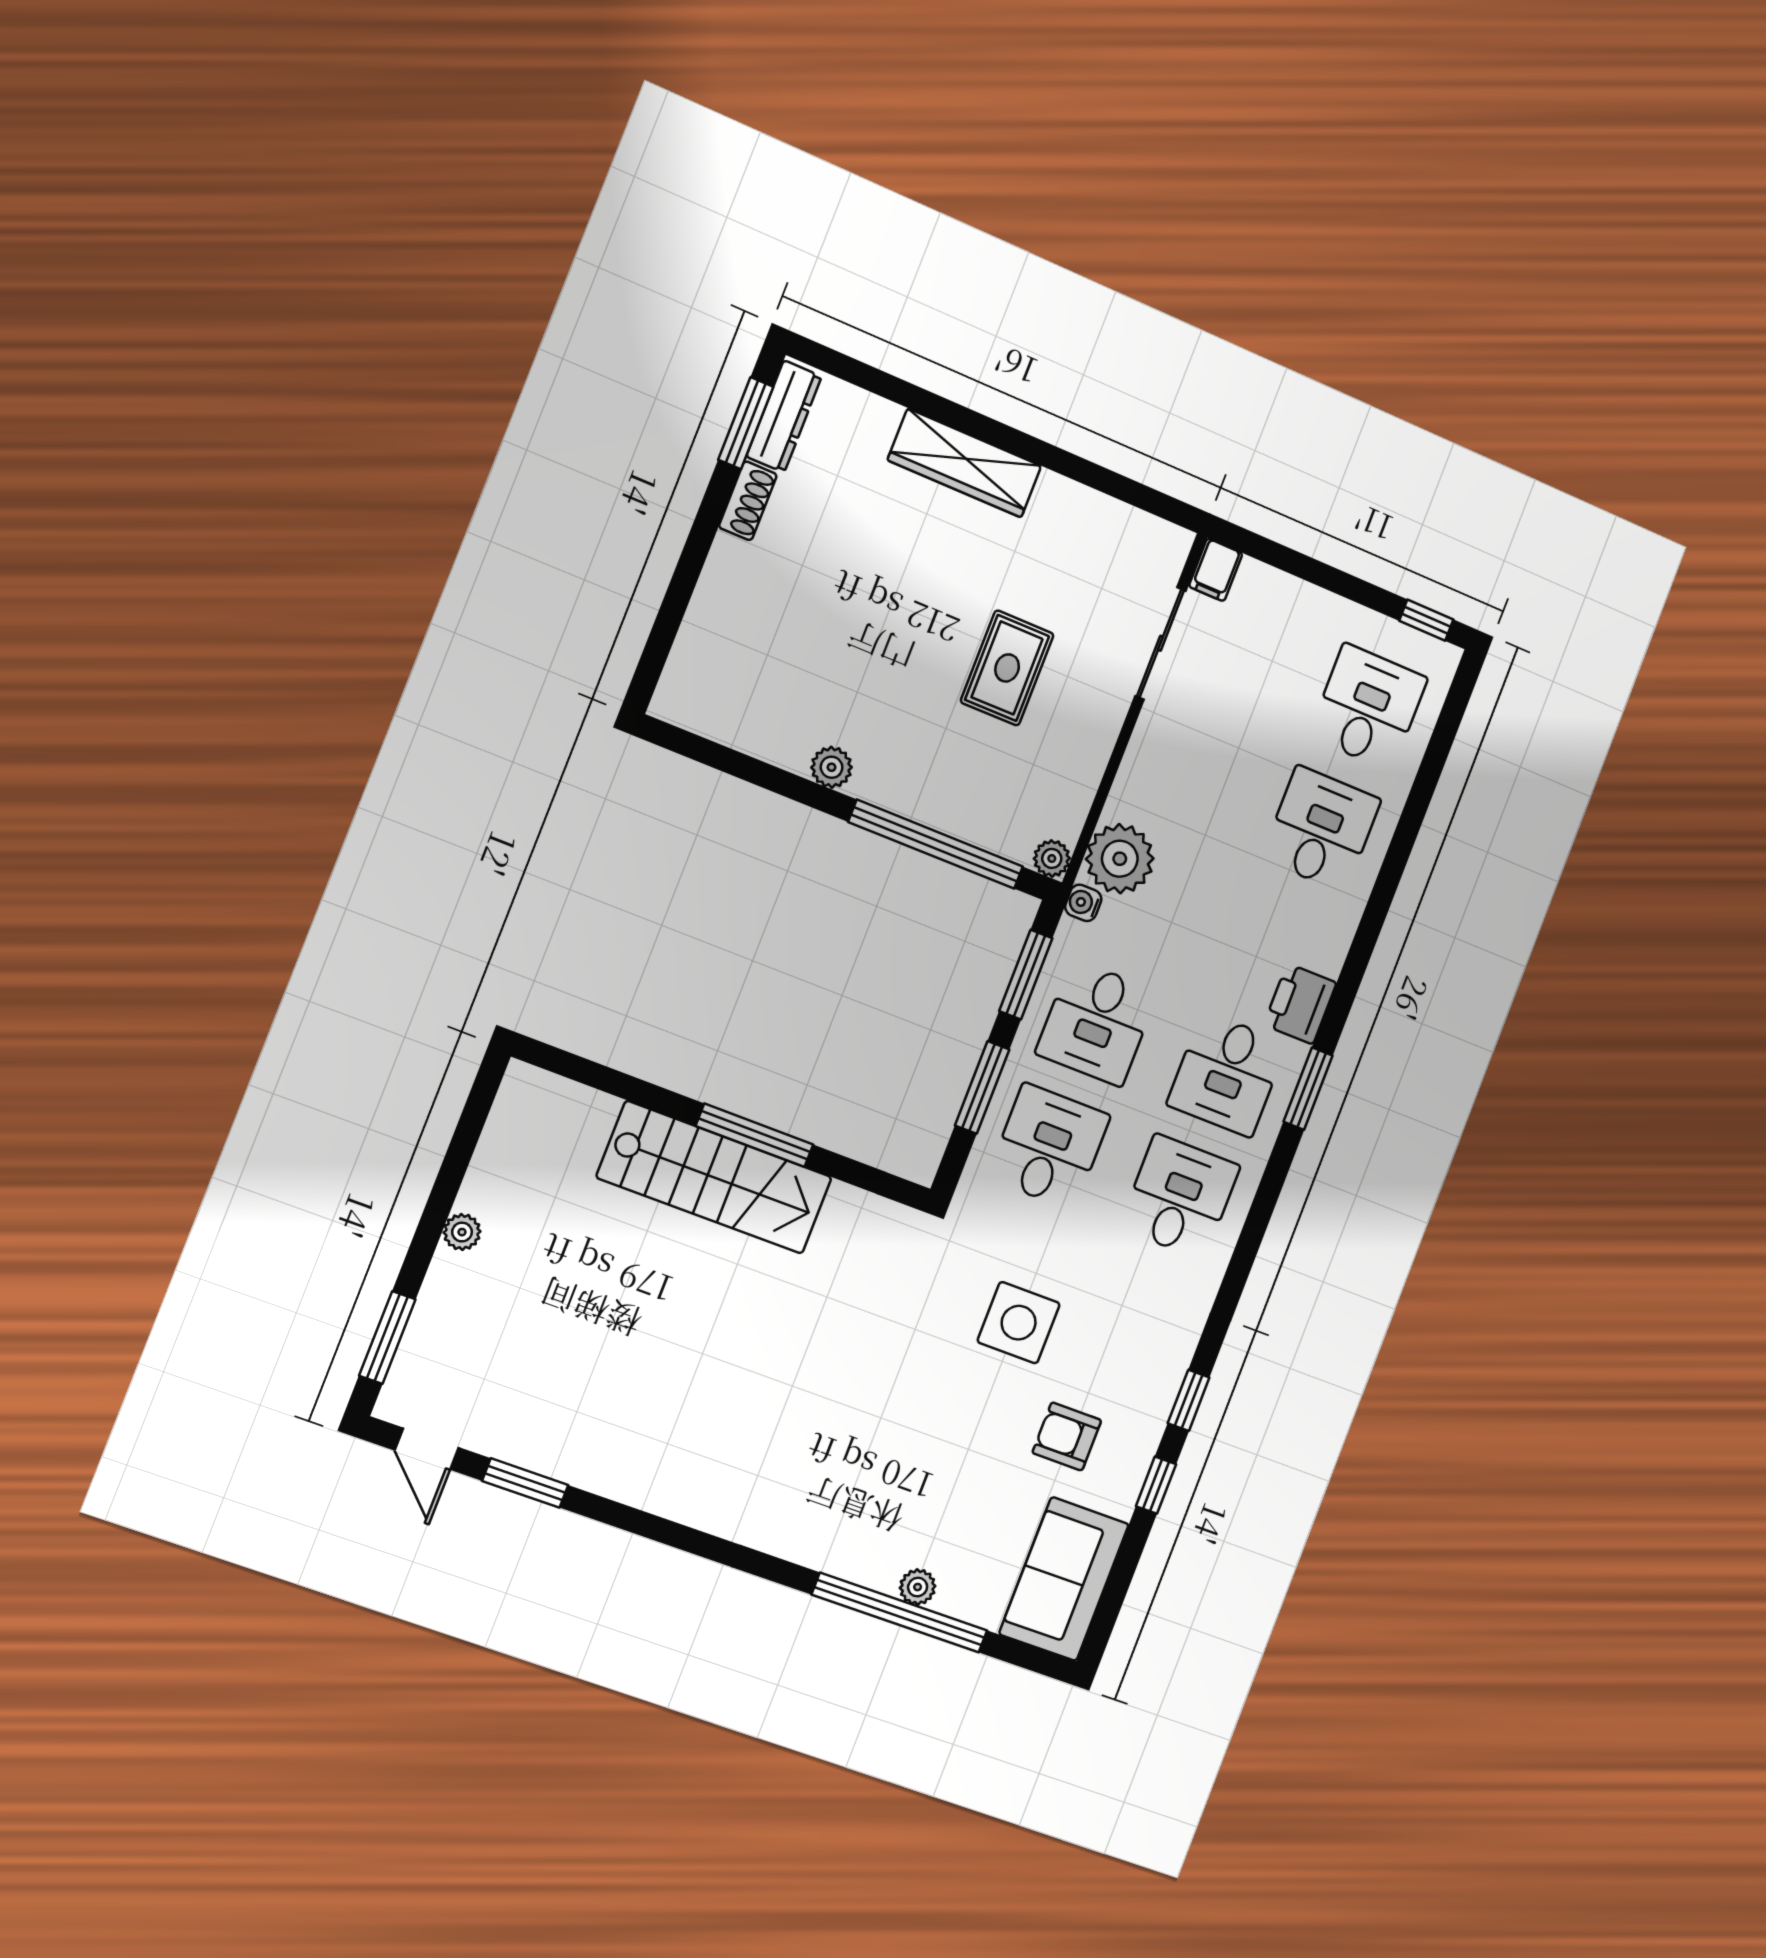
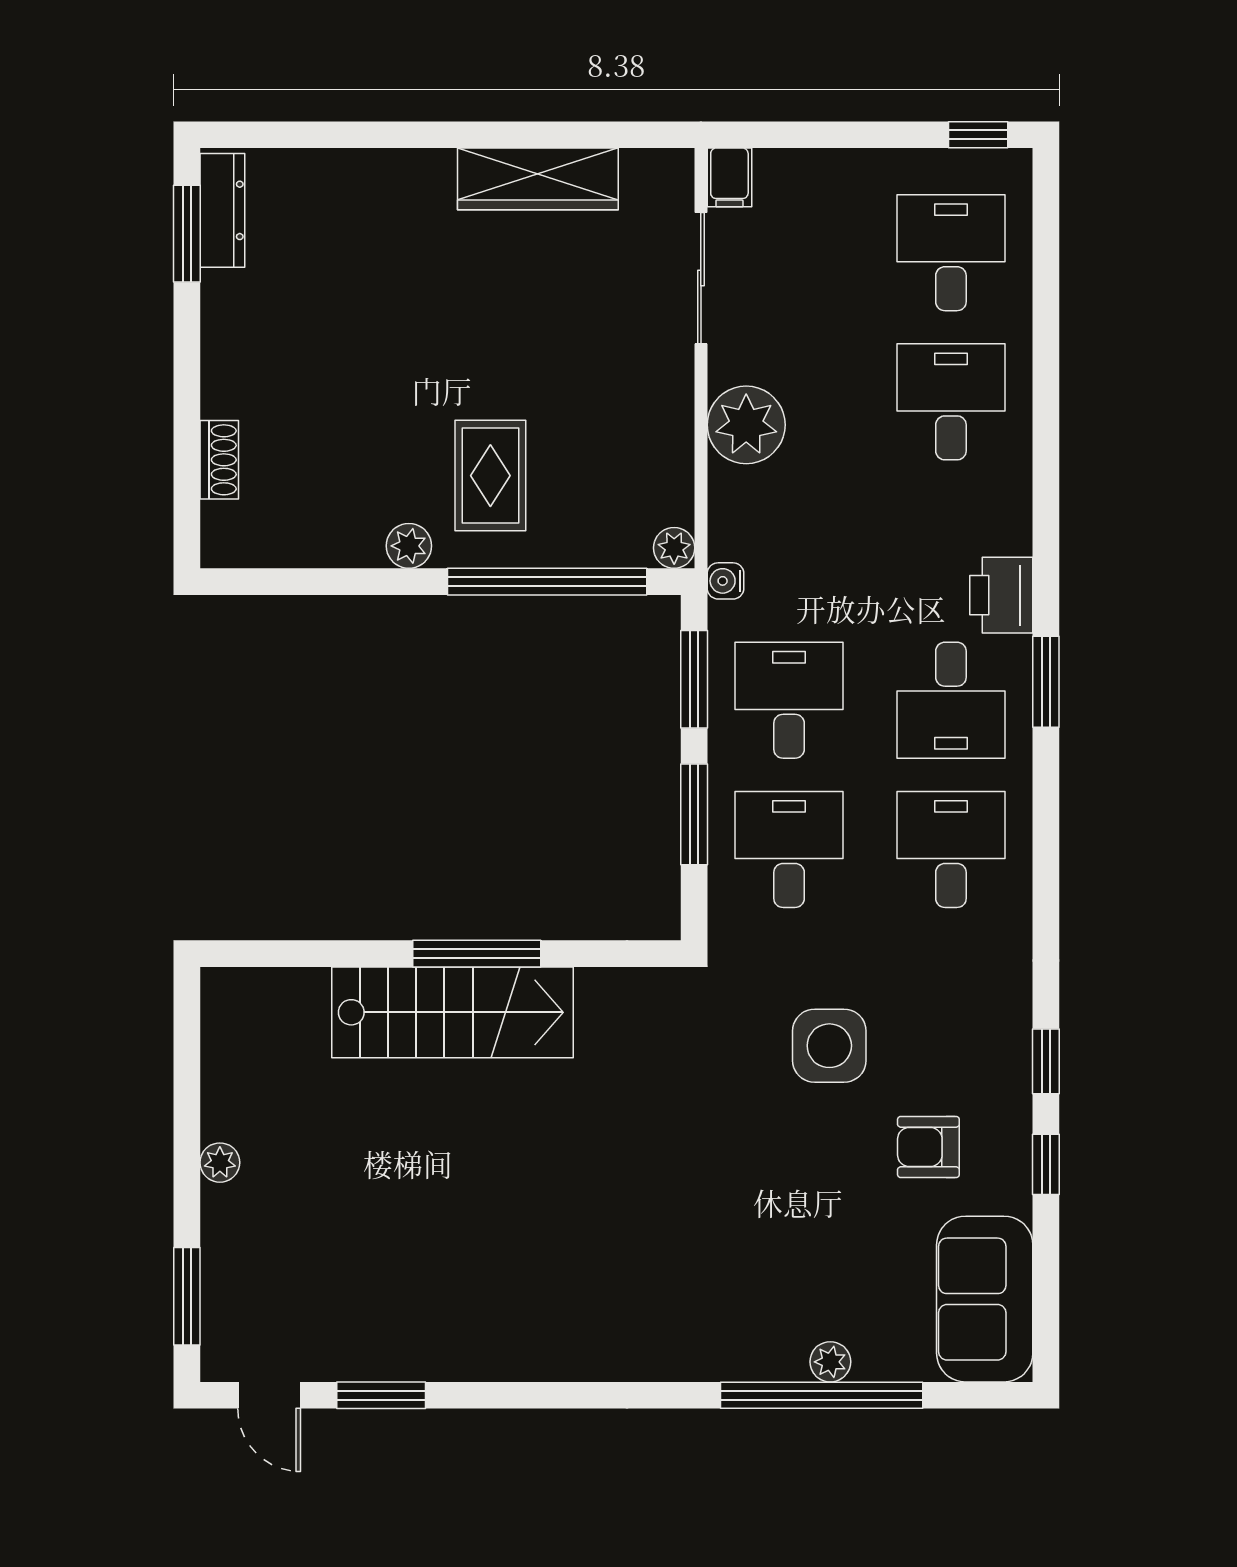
wardrobe: (965, 463) -> (538, 179), moved
shoe rack: (748, 501) -> (219, 460), moved
rug: (1007, 668) -> (490, 476), moved
plant: (1120, 859) -> (746, 425), moved
desk: (1097, 1023) -> (789, 700), turned 180

